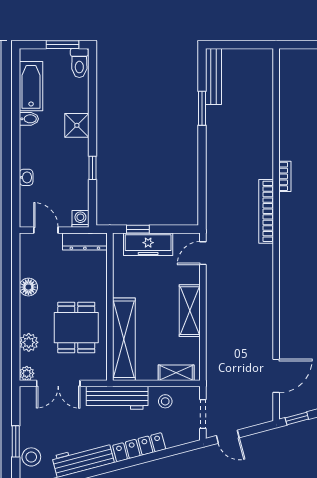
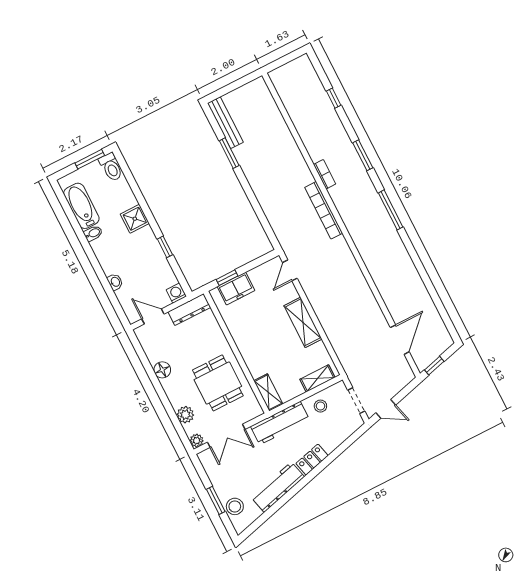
freezer: (148, 244) -> (236, 289), width x0.71
shelving: (124, 339) -> (268, 392), width x0.45, depth x0.75
locker: (139, 447) -> (312, 460), width x0.66

